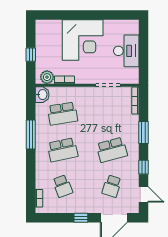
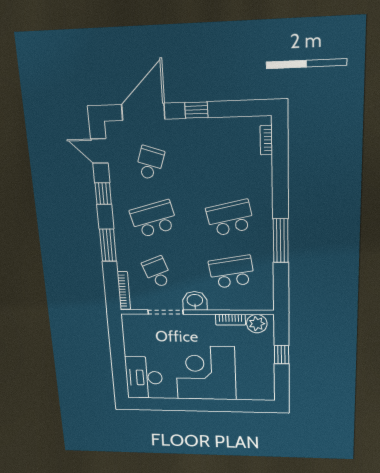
desk: (126, 51) -> (144, 378), moved
washbasin: (42, 95) -> (195, 301), moved, turned 90
school desk: (63, 186) -> (157, 272), moved

